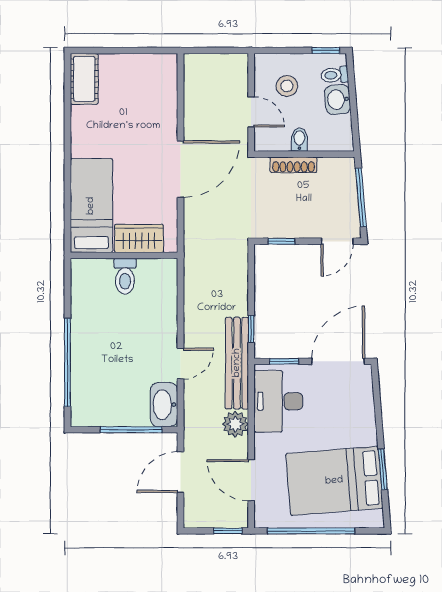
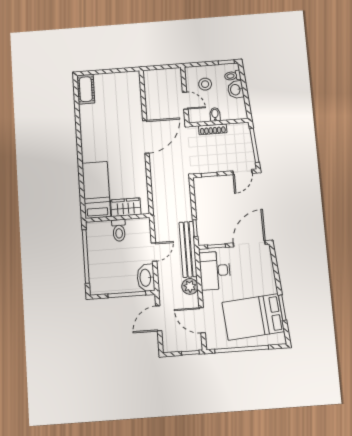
bed: (91, 206) -> (96, 190), moved
wardrobe: (139, 238) -> (126, 207), moved
wall: (124, 255) -> (118, 218), moved
toilet: (125, 276) -> (119, 230), moved

